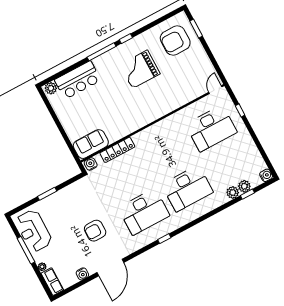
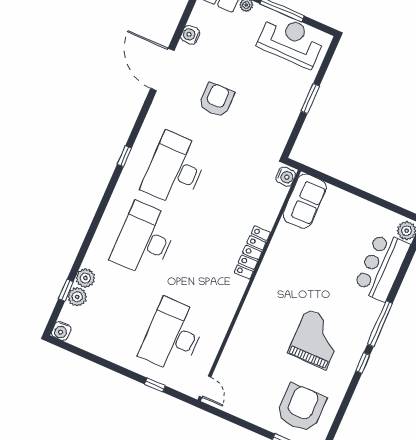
locker: (117, 150) -> (252, 252), moved

